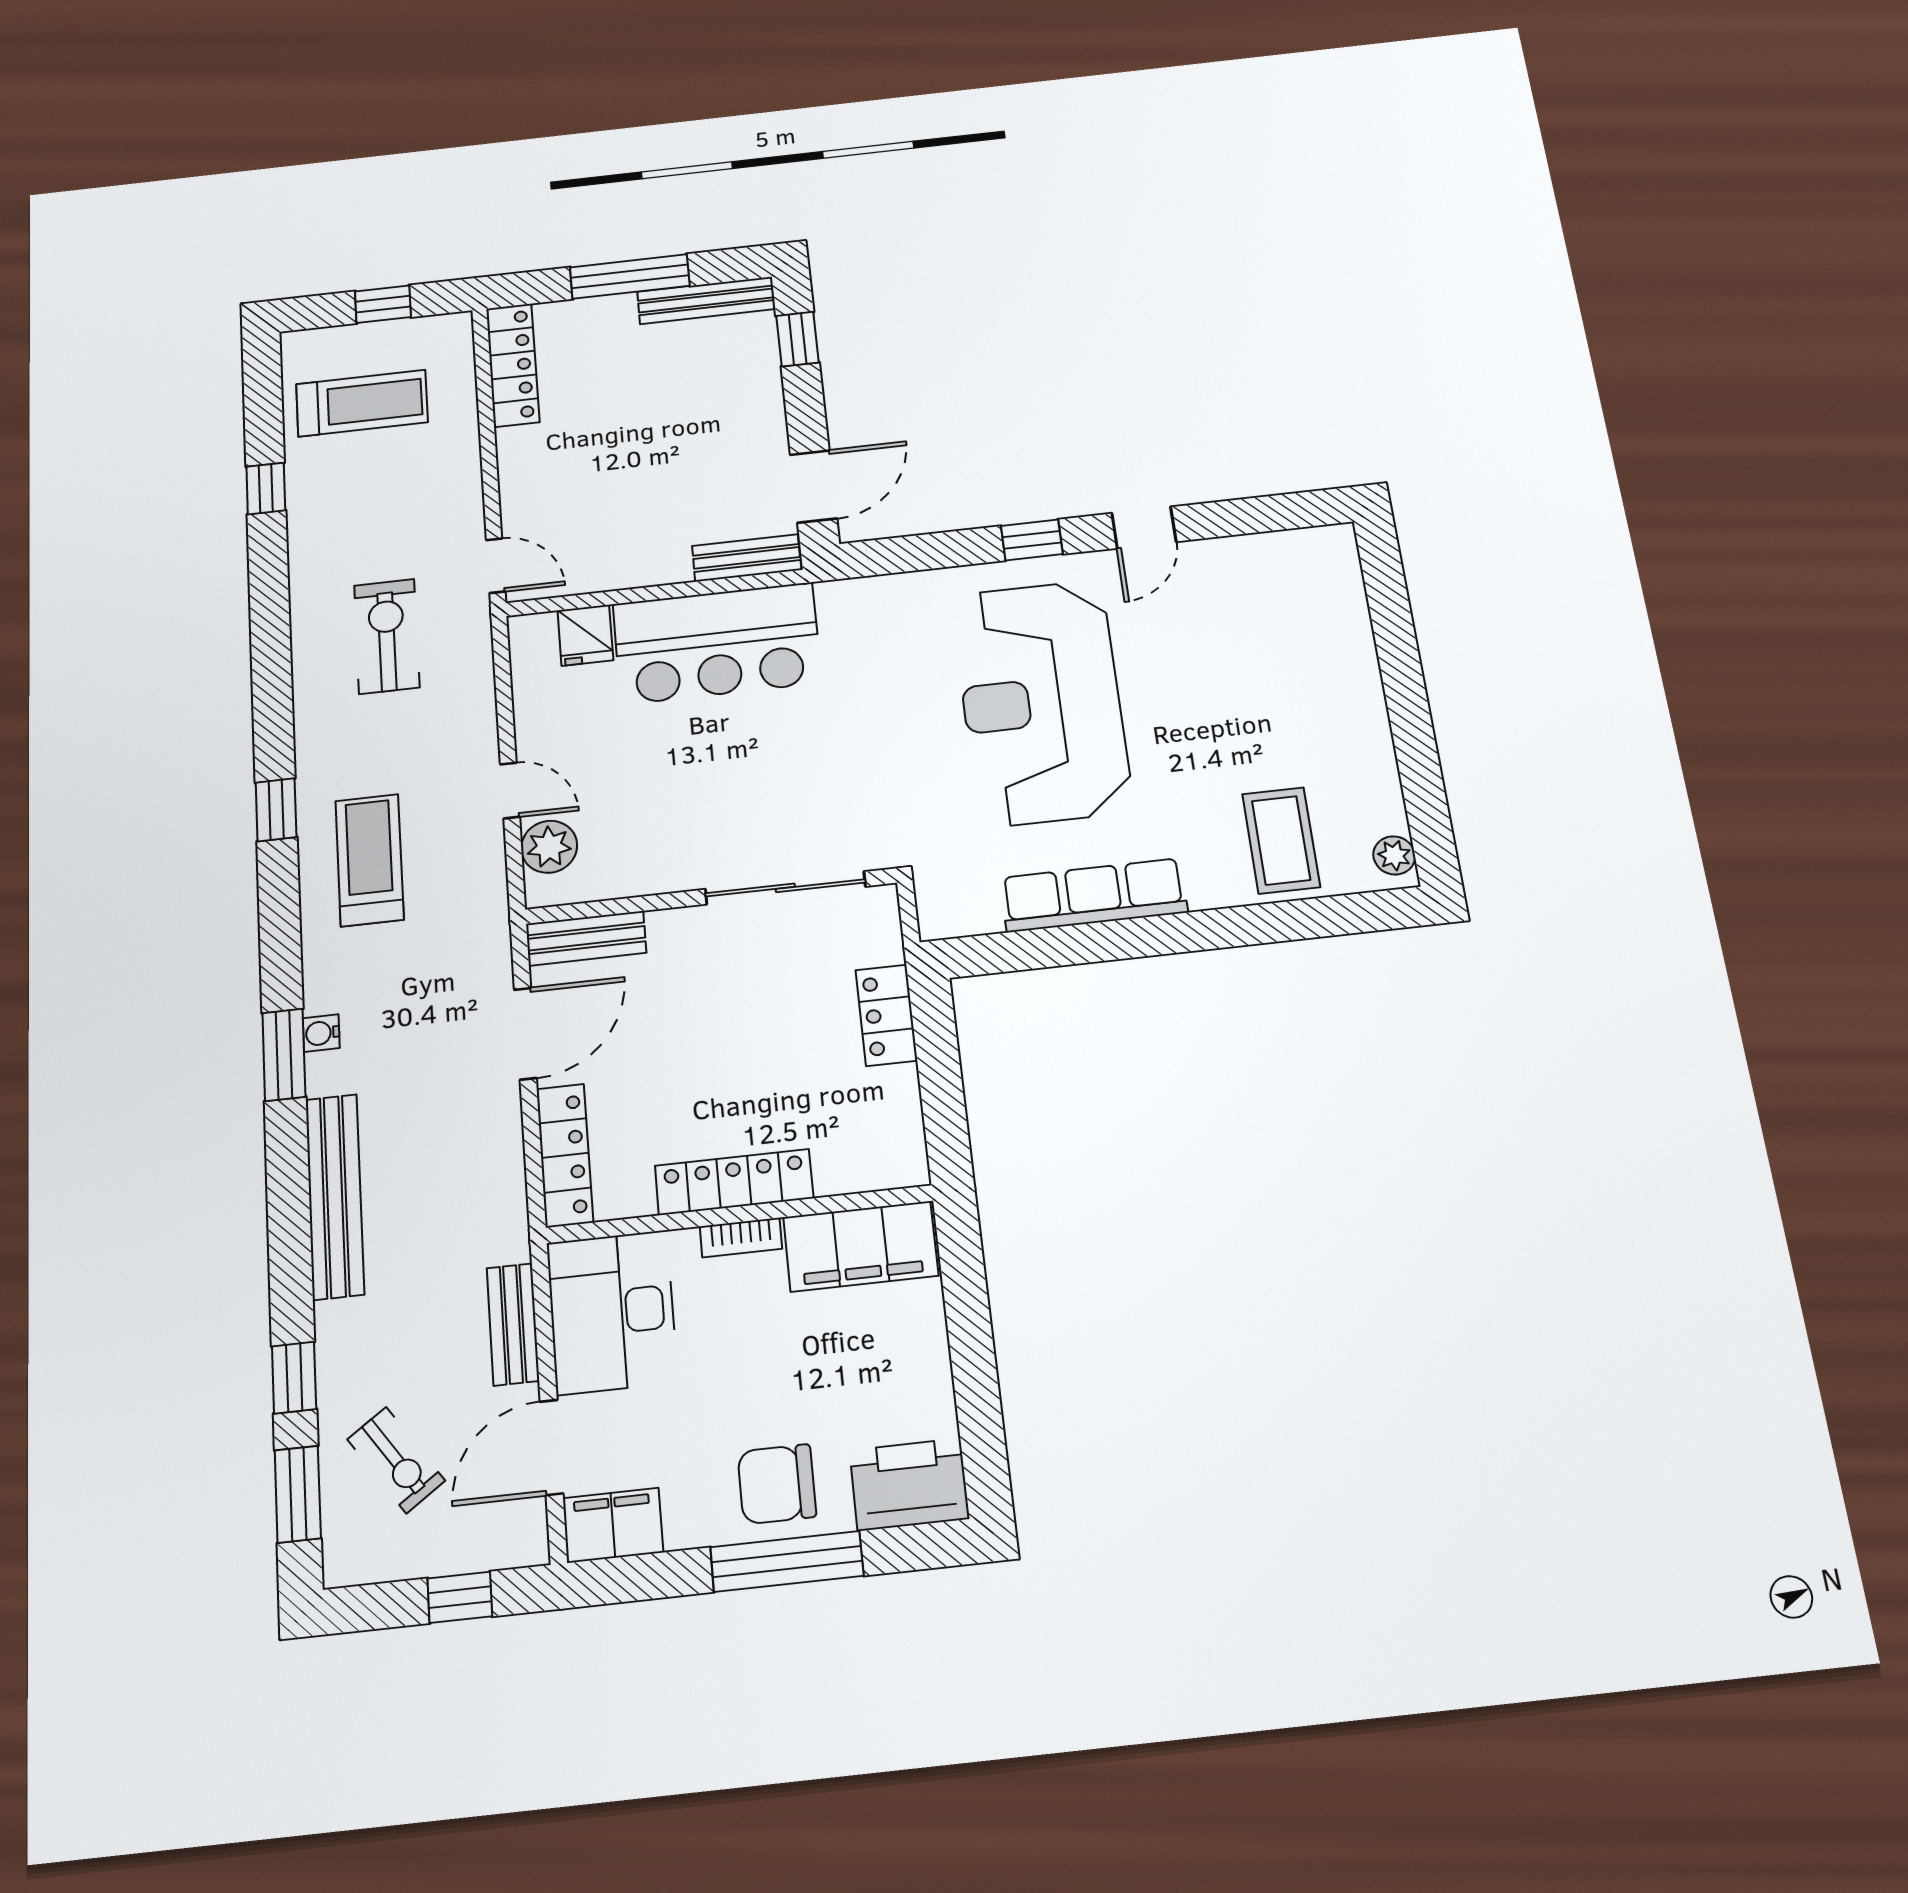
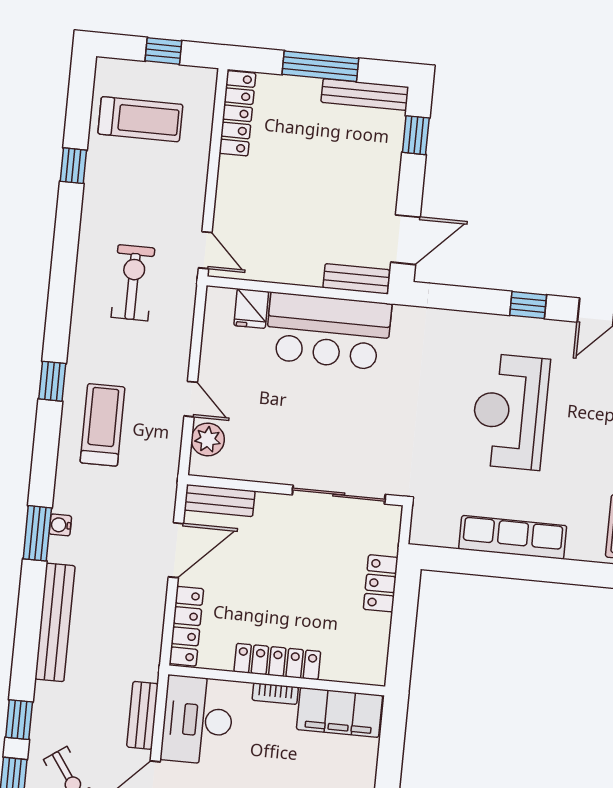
reception desk: (1041, 702) -> (510, 412), width x0.74, depth x0.77

